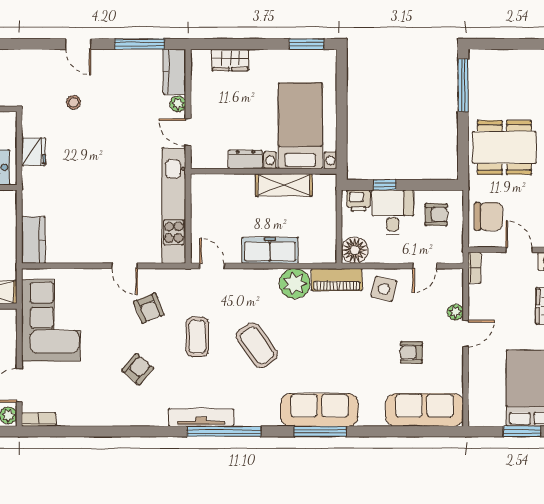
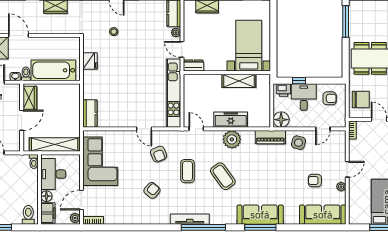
dresser: (245, 159) -> (194, 66), moved
plant: (295, 283) -> (232, 139), moved
plant: (455, 312) -> (341, 187), moved

